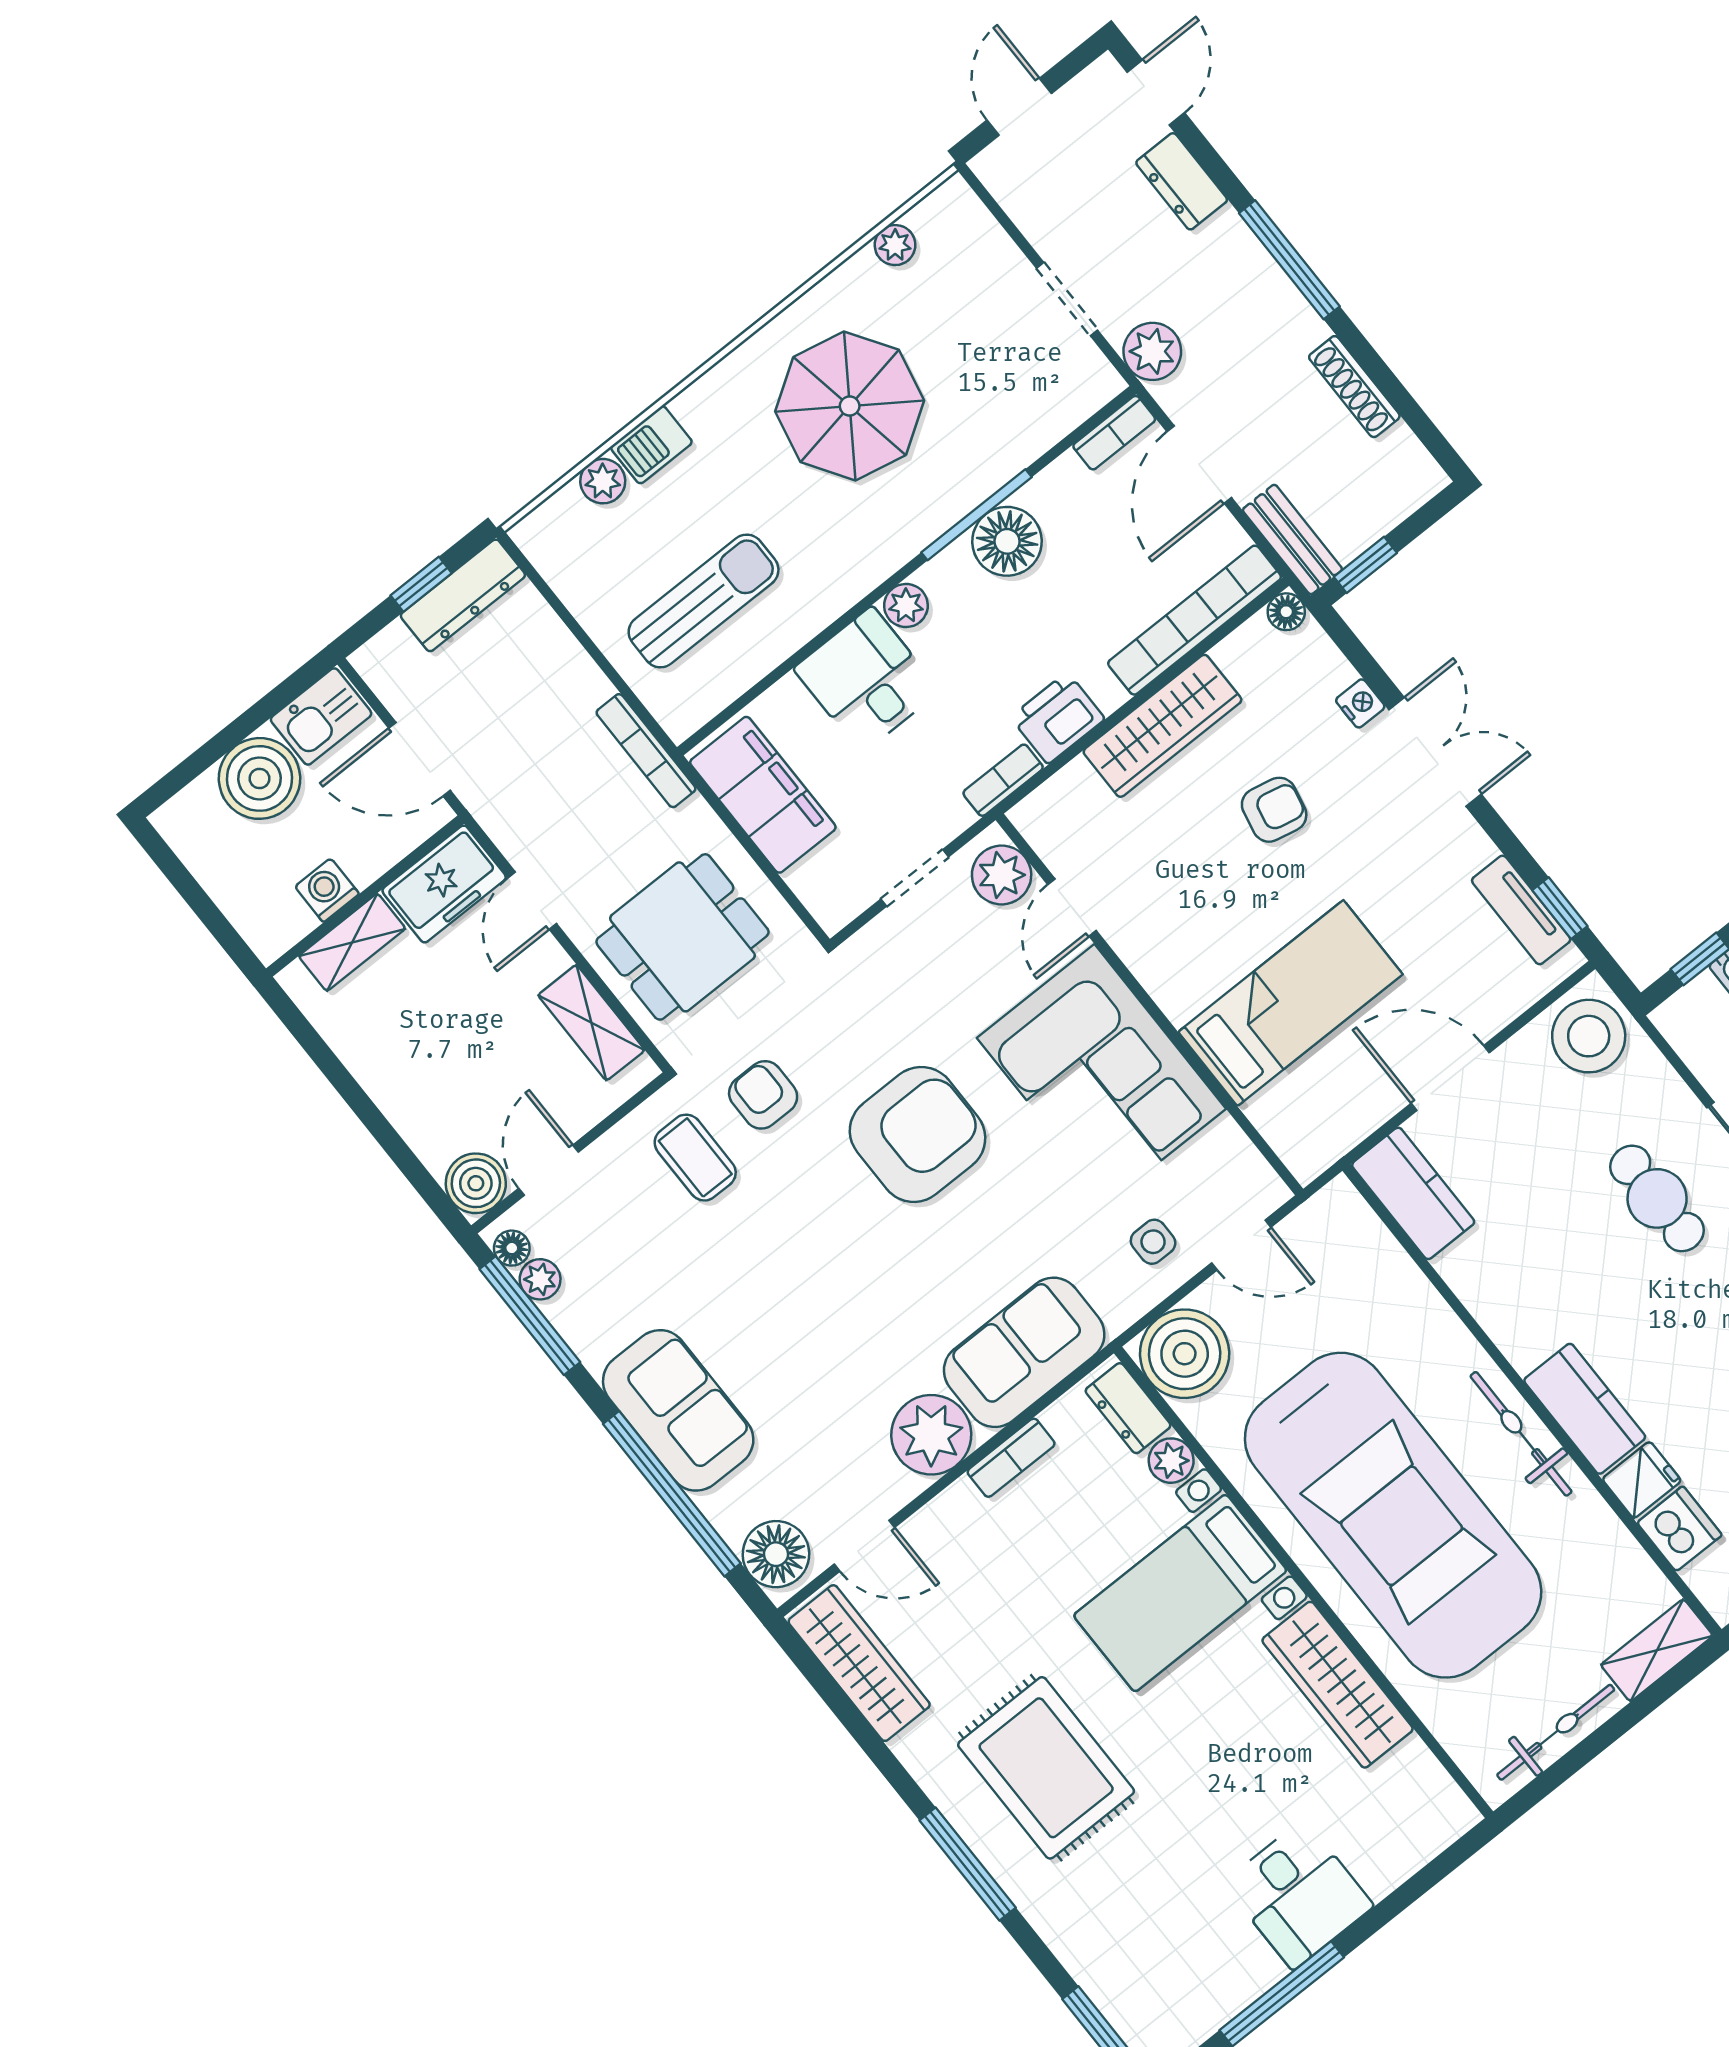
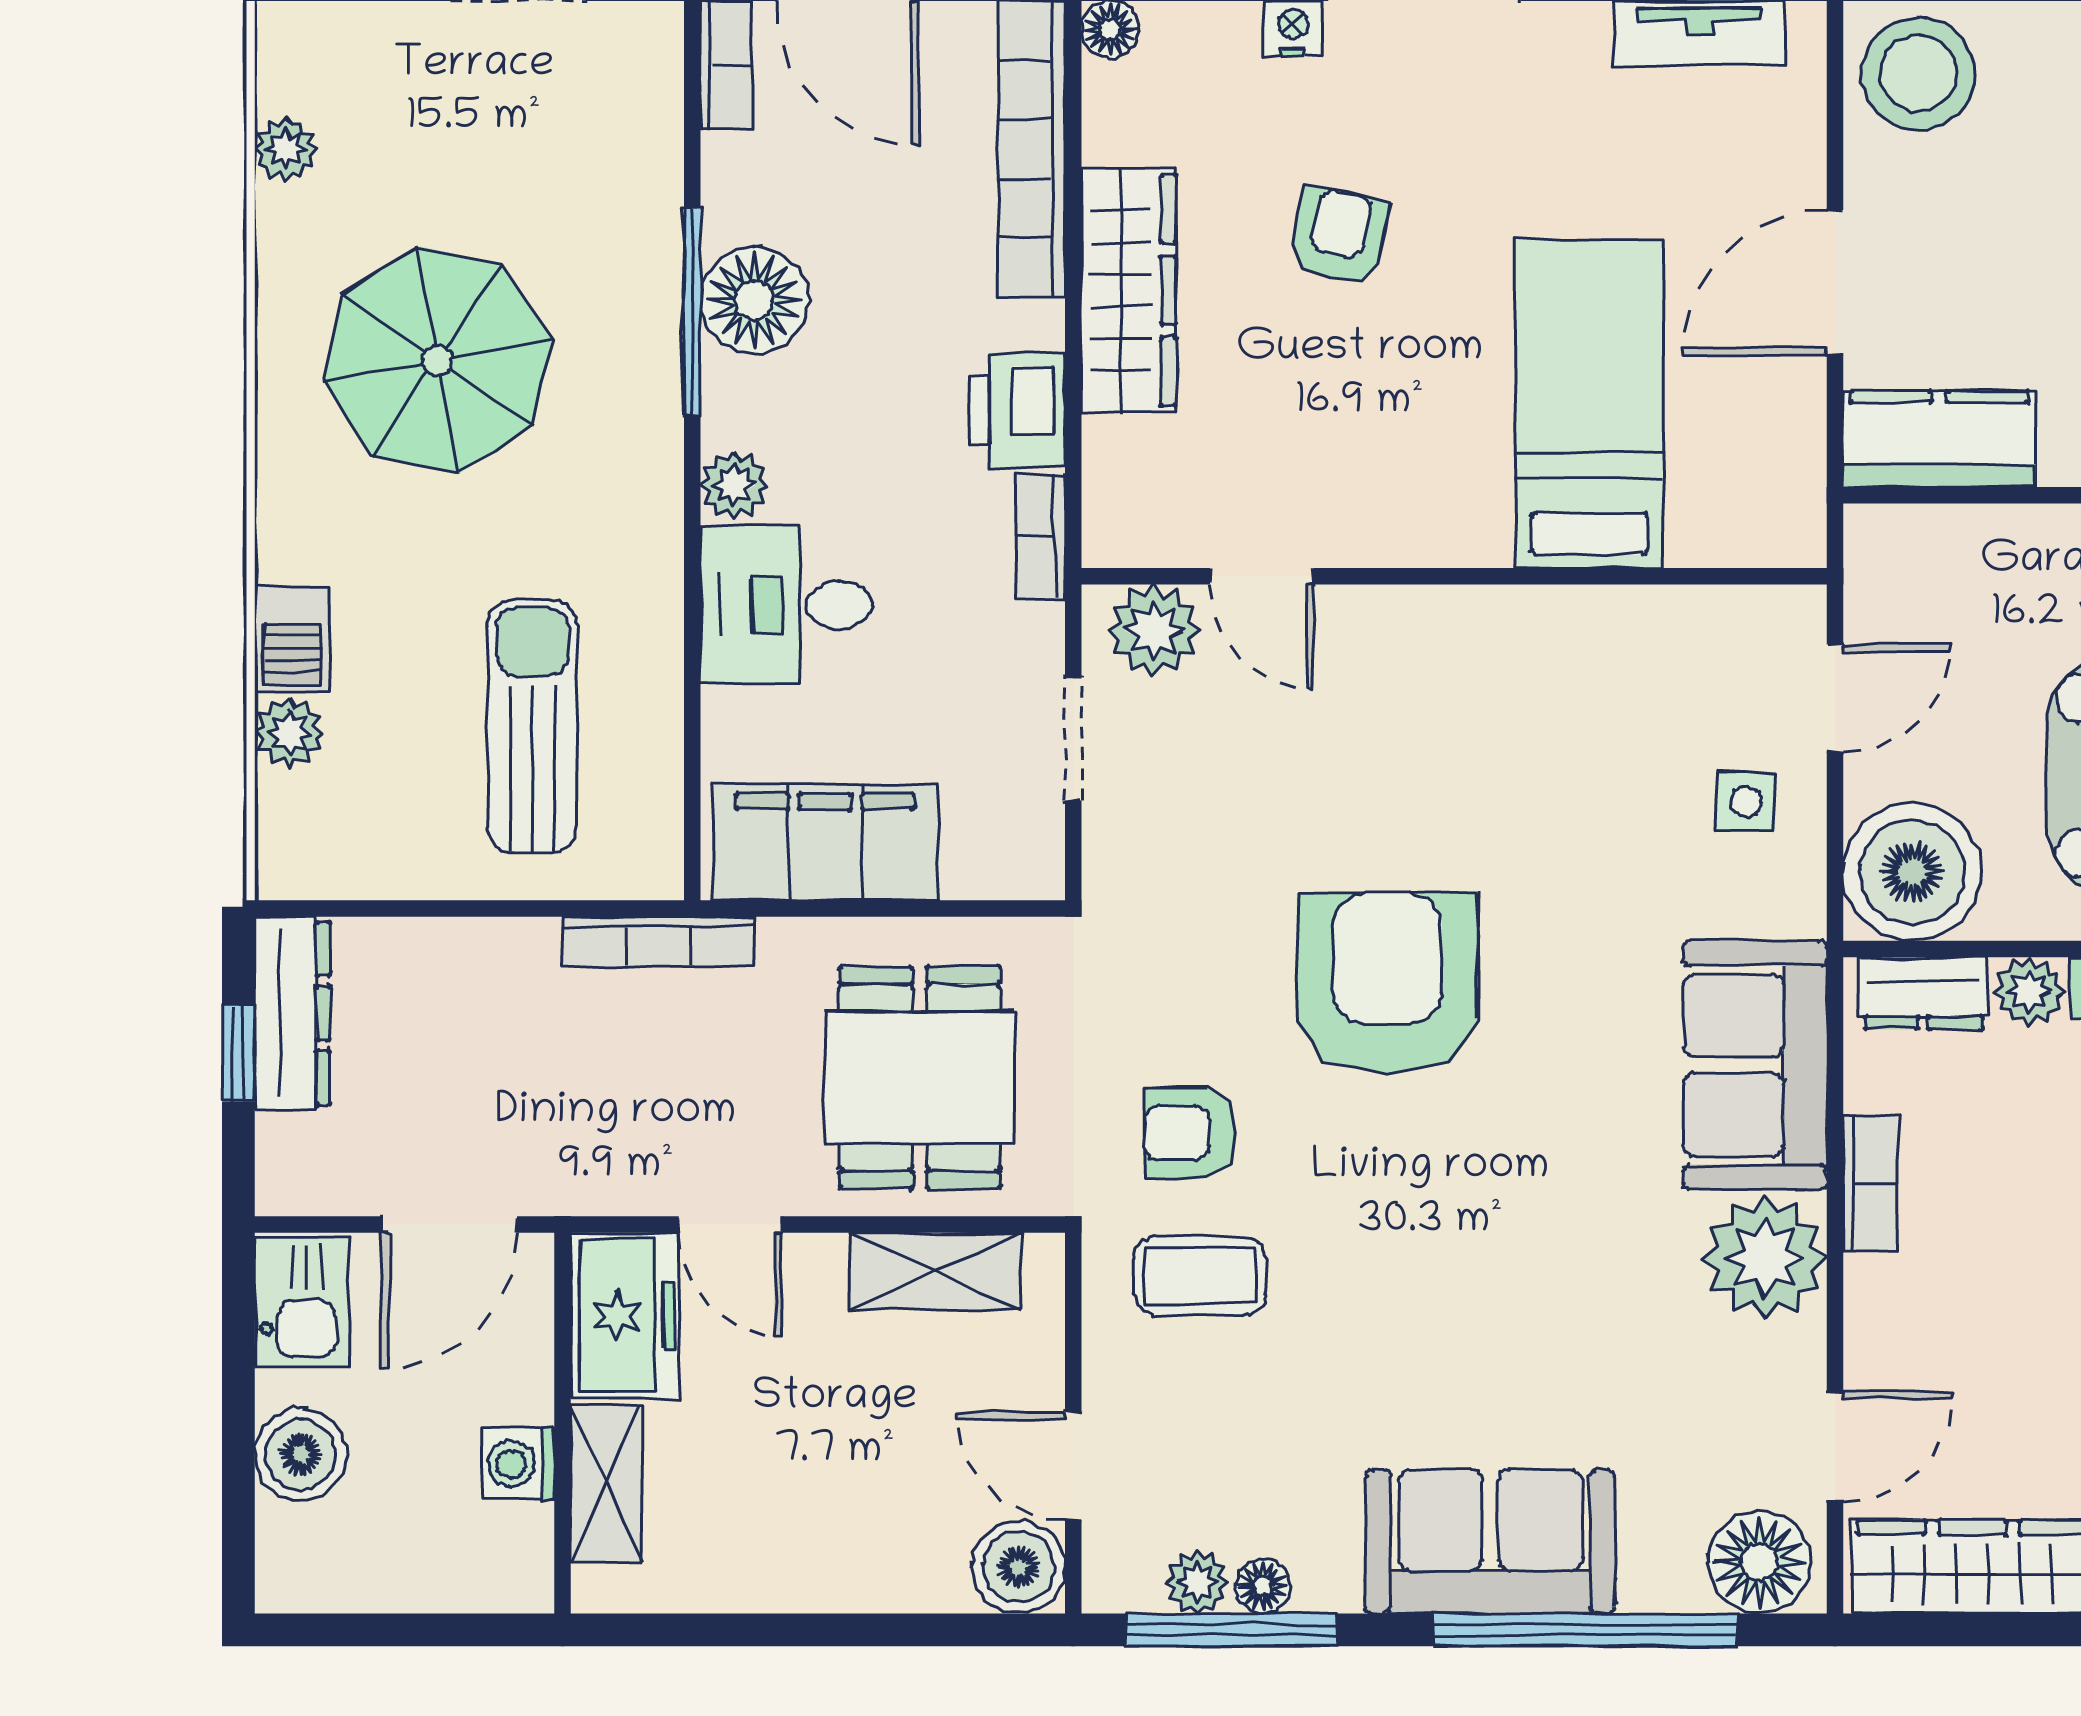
boiler: (260, 778) -> (301, 1454), width x0.73, depth x0.73
corner sofa: (1101, 1073) -> (1491, 701), removed
floor lamp: (512, 1248) -> (1263, 1586), moved

